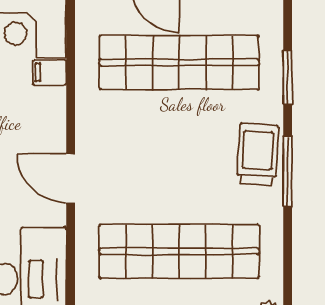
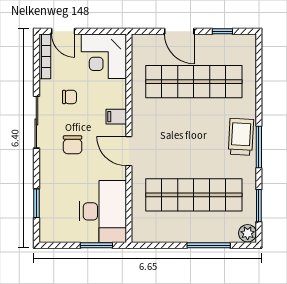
filing cabinet: (50, 72) -> (116, 117), moved
window: (288, 77) -> (259, 206), moved

